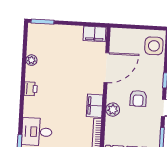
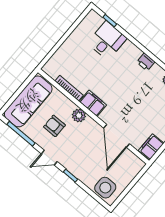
armchair: (138, 98) -> (54, 126), moved

